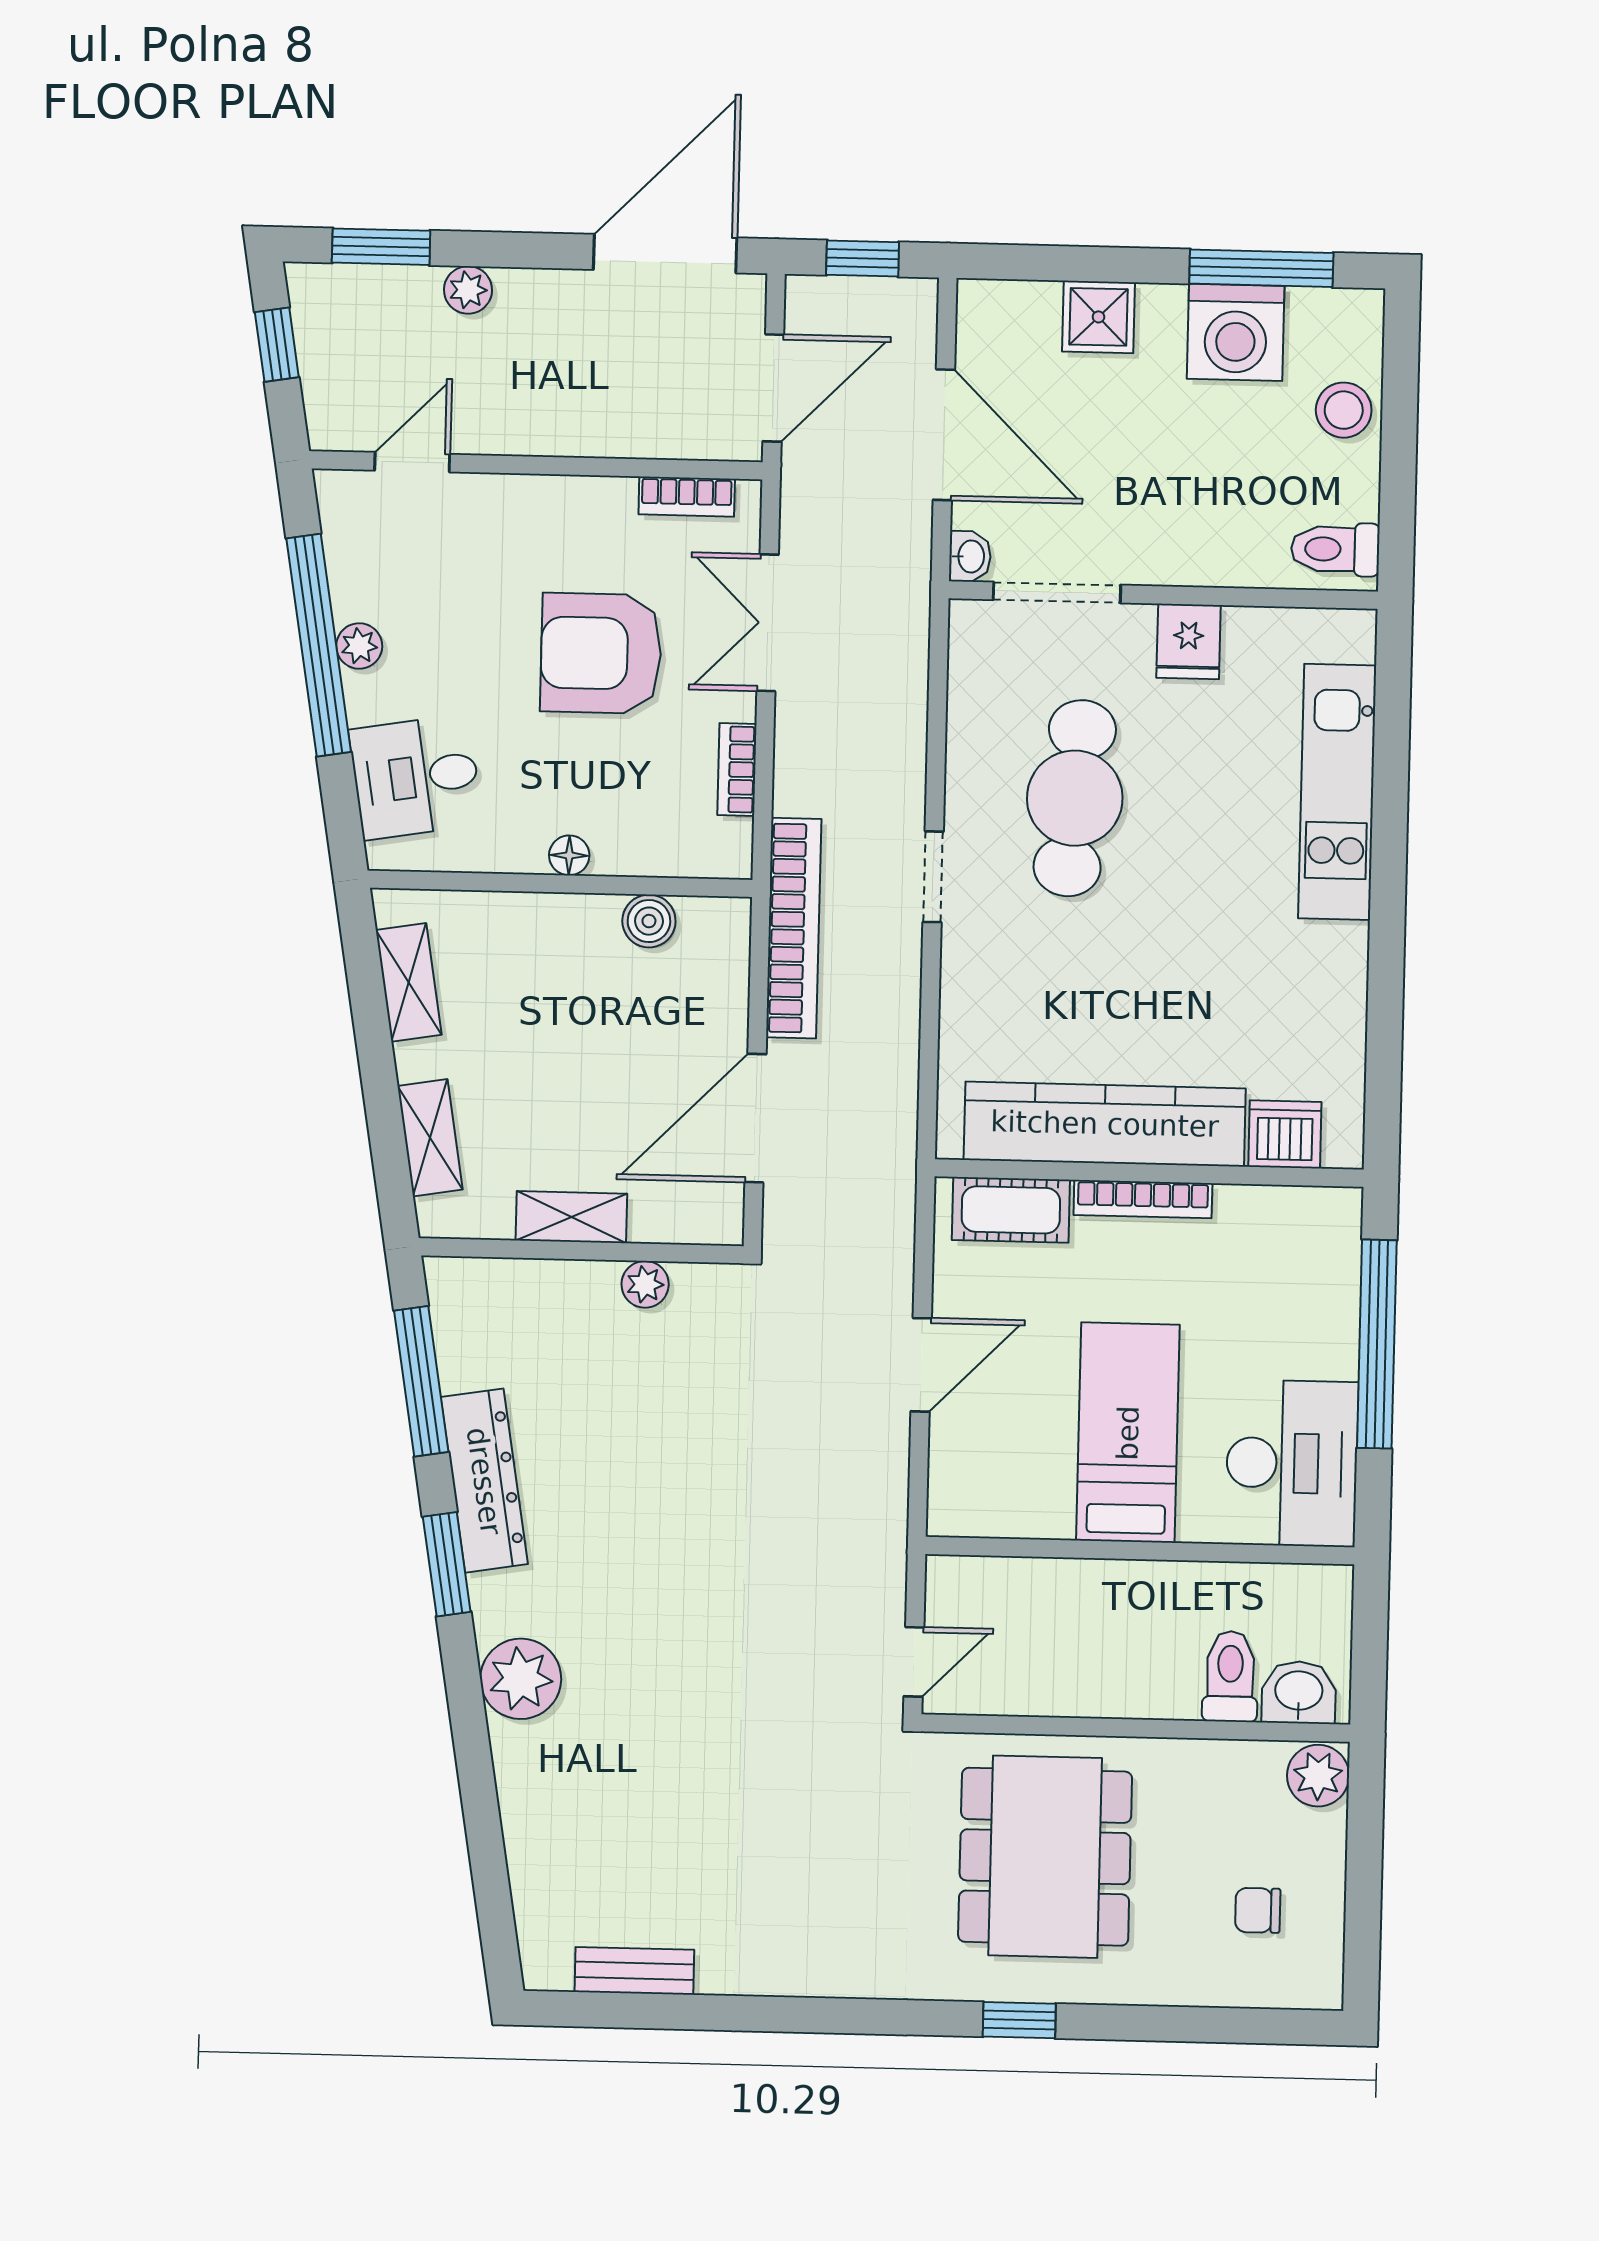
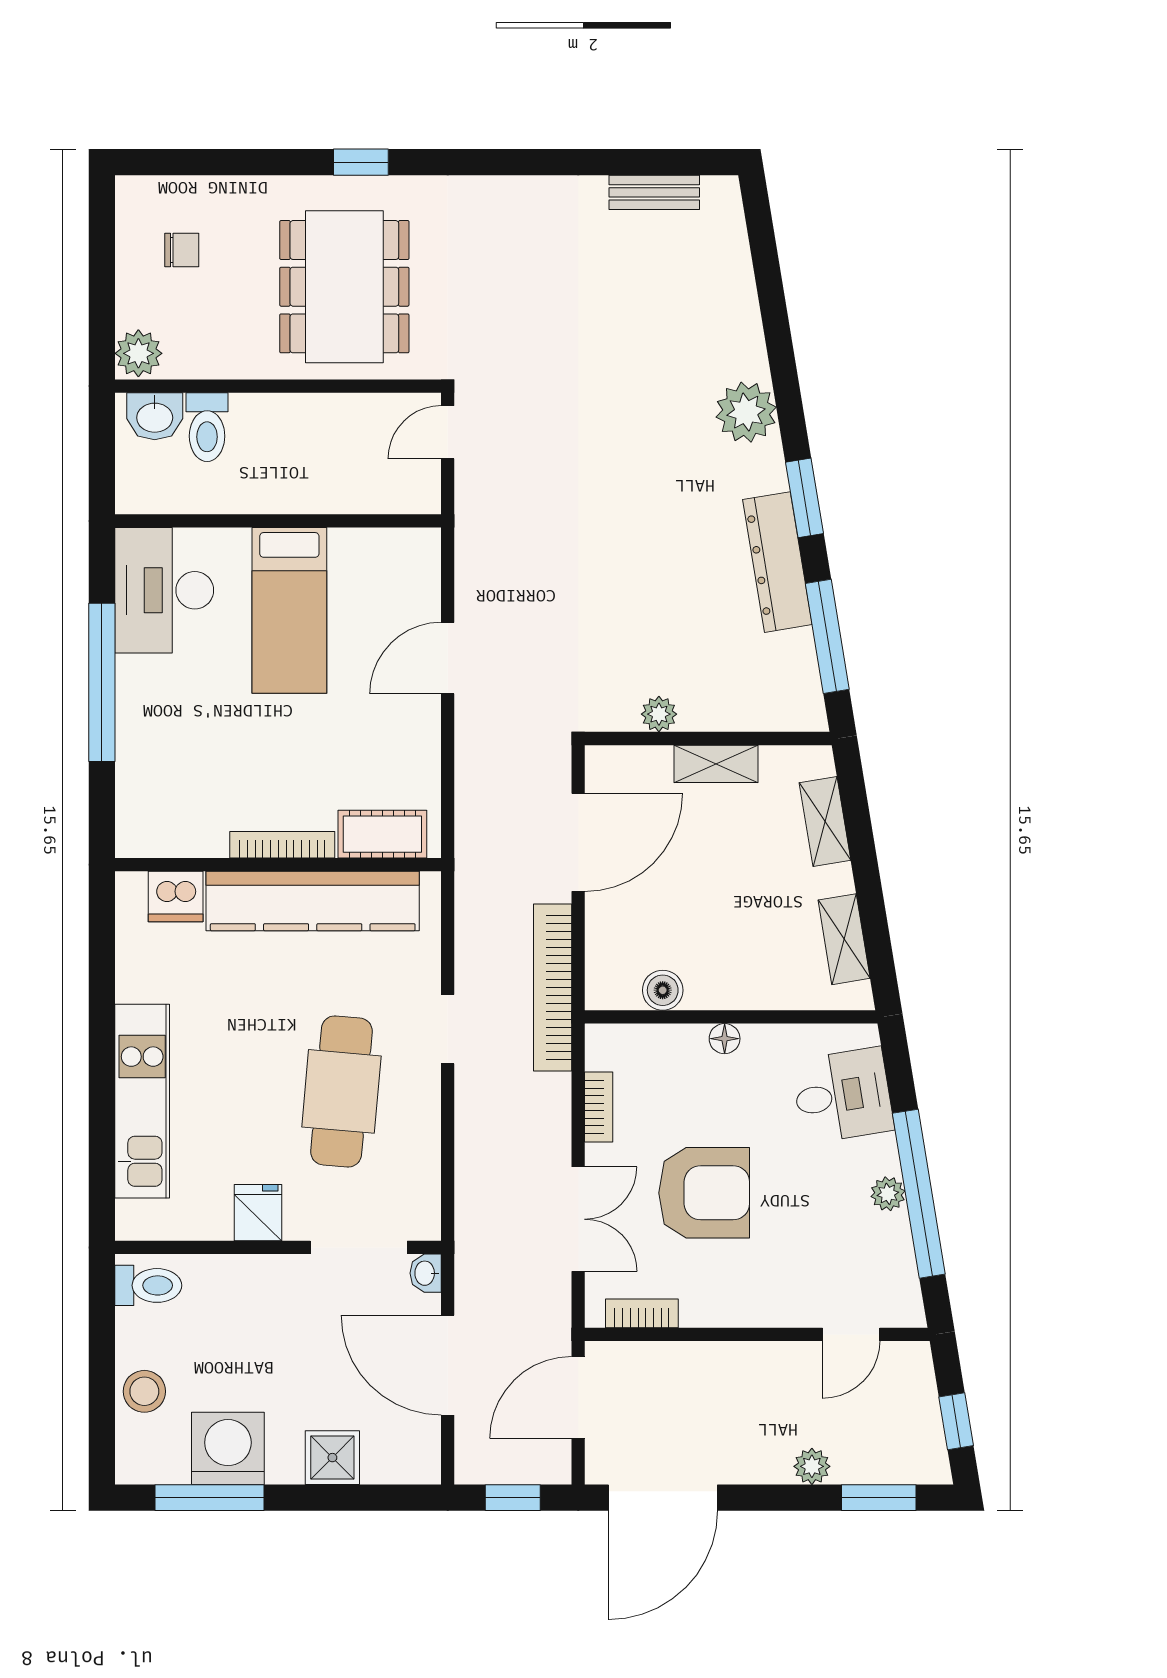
kitchen counter: (1105, 1124) -> (313, 901), moved
dishwasher: (1285, 1134) -> (176, 897), moved
wall: (1149, 1173) -> (278, 865), moved
bookcase: (1143, 1199) -> (282, 845), moved
cot: (1011, 1210) -> (382, 834), moved

